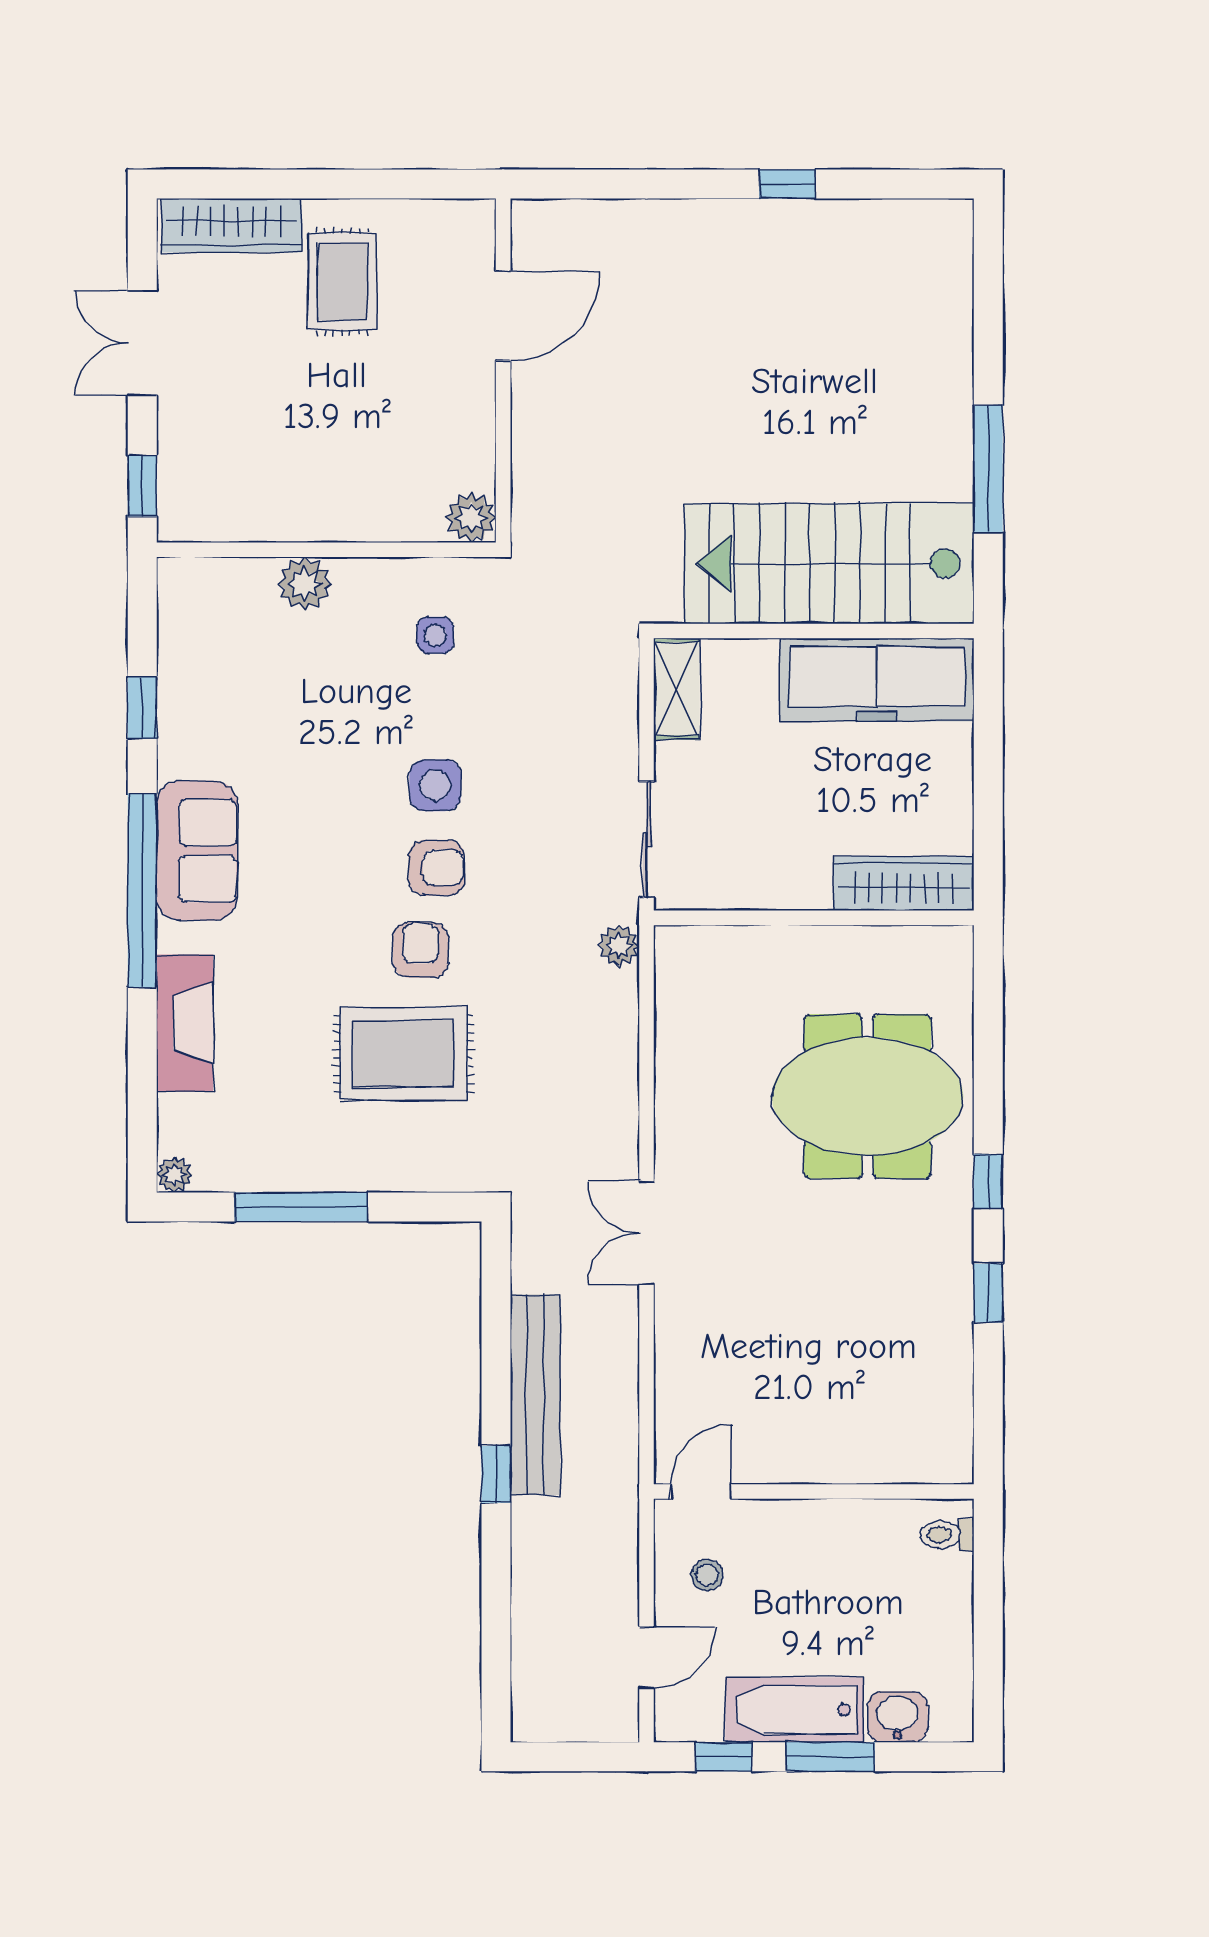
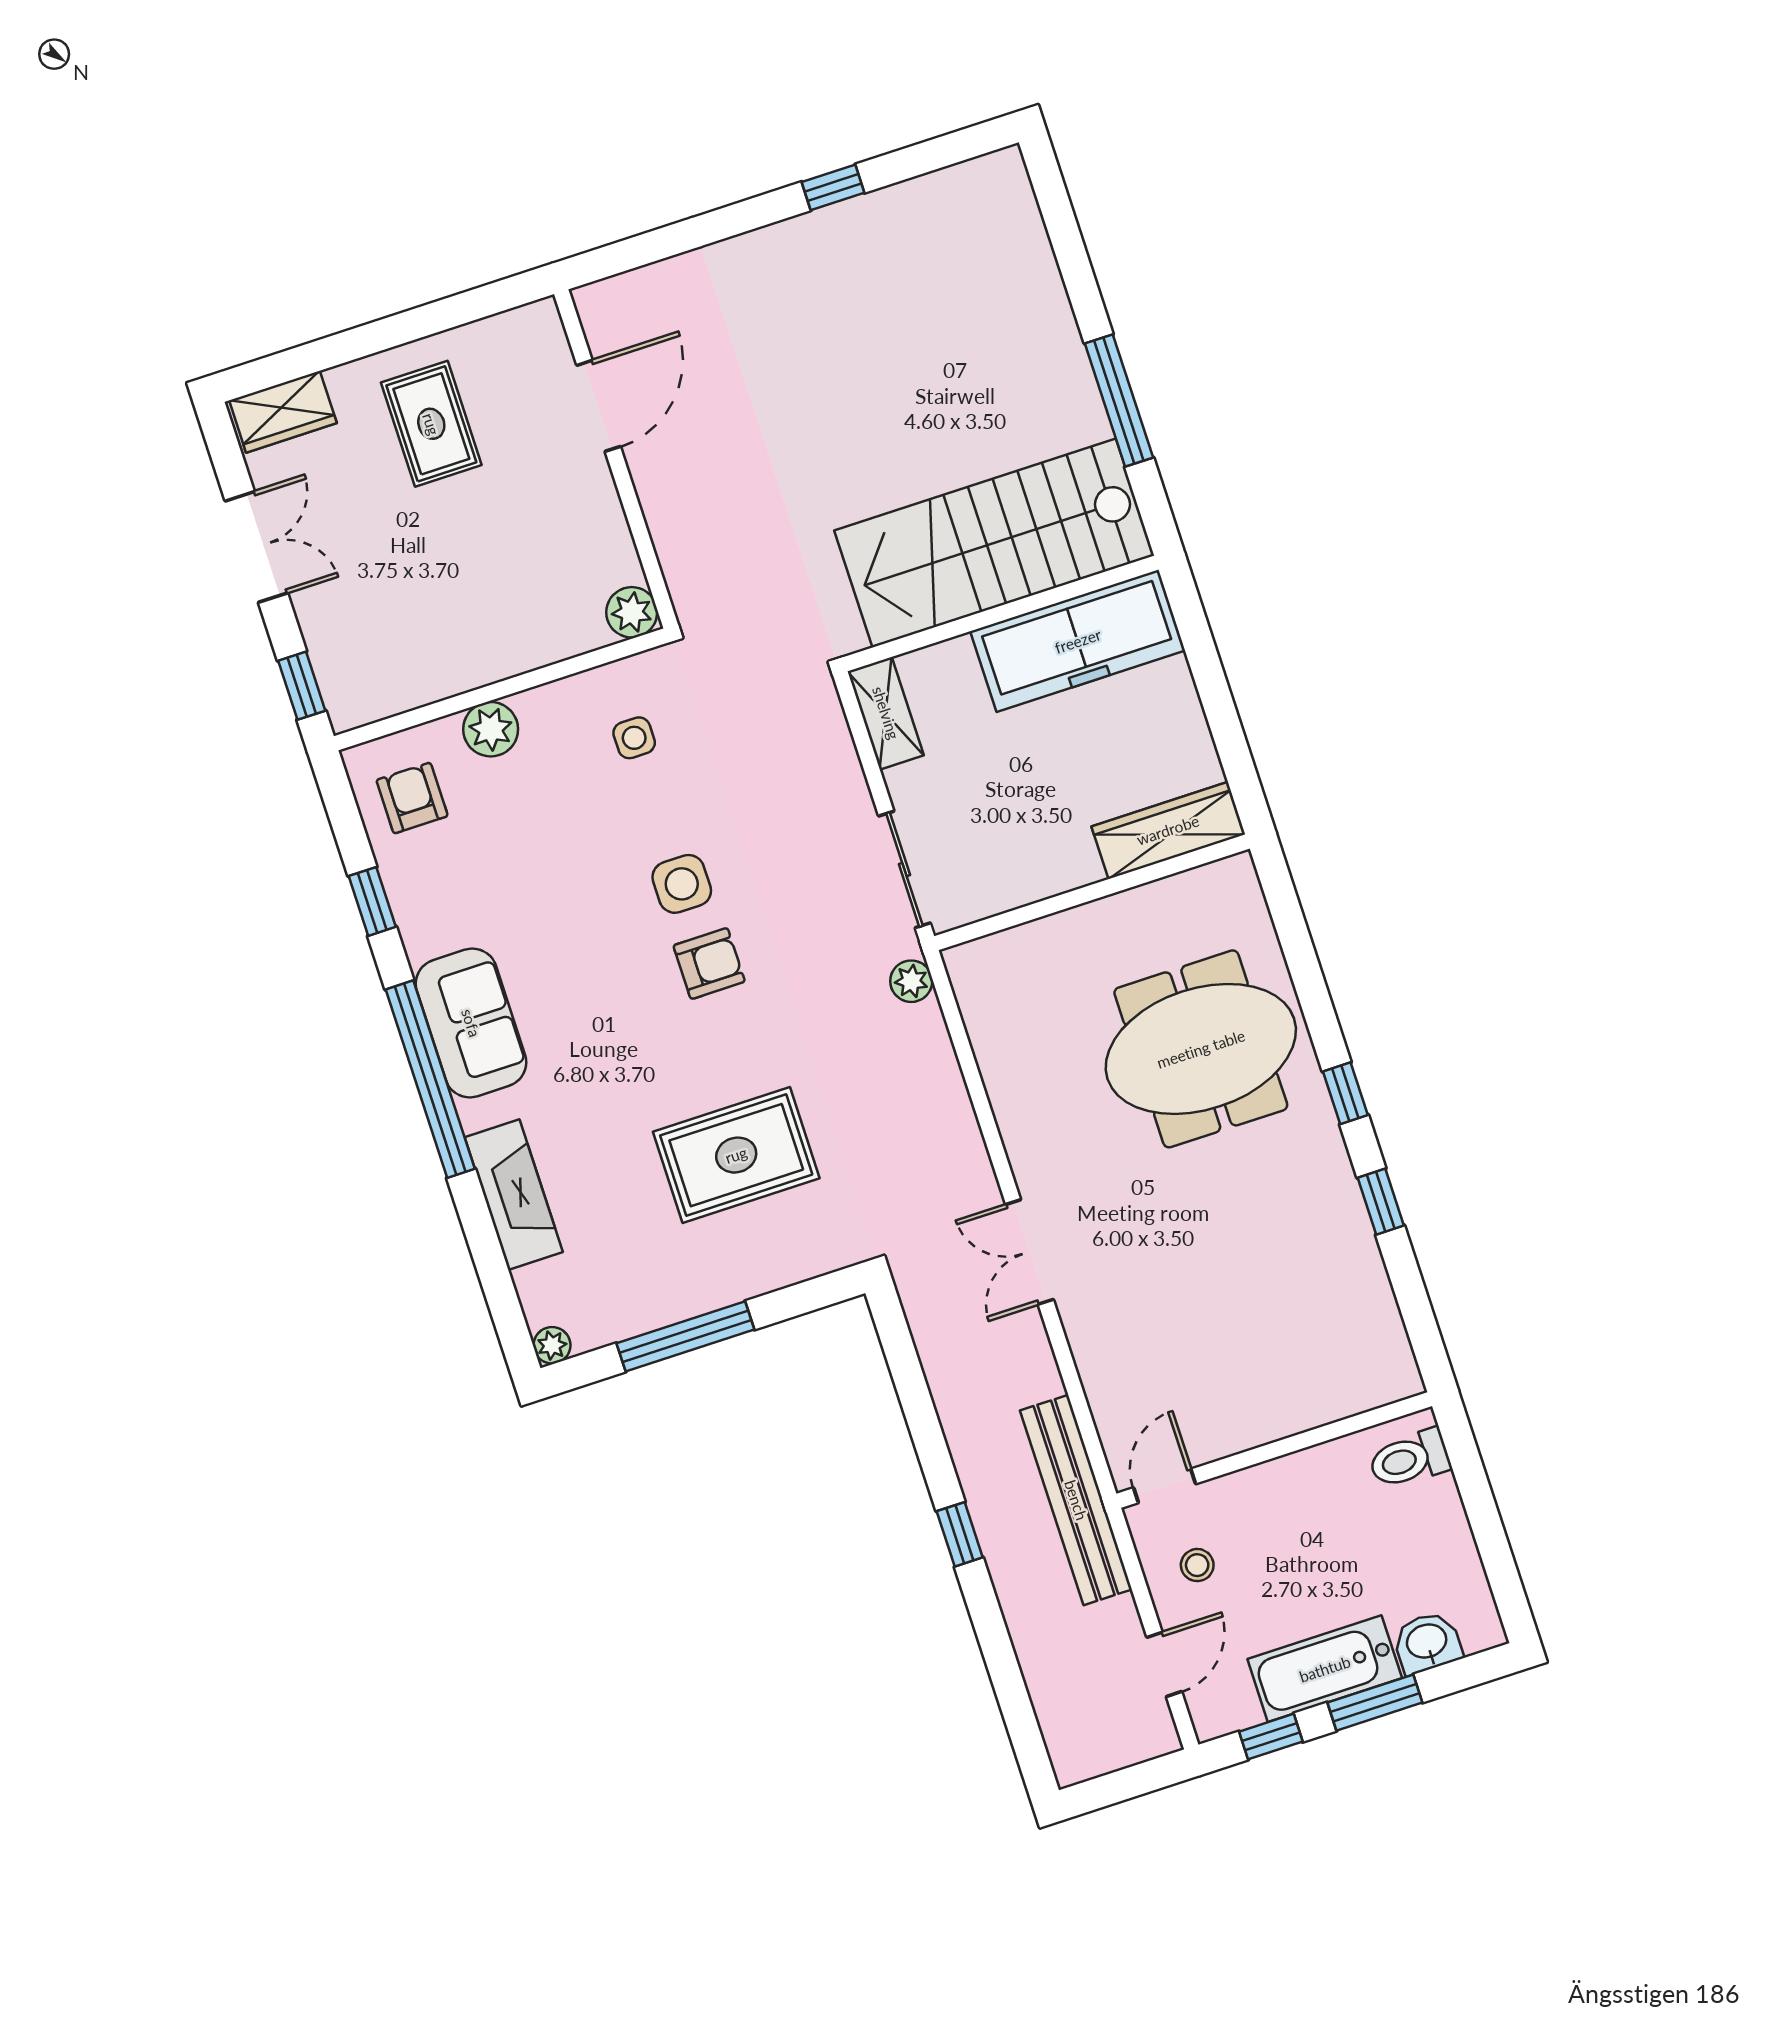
wardrobe: (231, 225) -> (283, 412), width x0.67
double door: (142, 343) -> (256, 547), swing flipped
armchair: (421, 950) -> (412, 798), moved
bench: (535, 1395) -> (1076, 1500), moved
toilet: (947, 1535) -> (1409, 1459), width x1.37, depth x1.39

